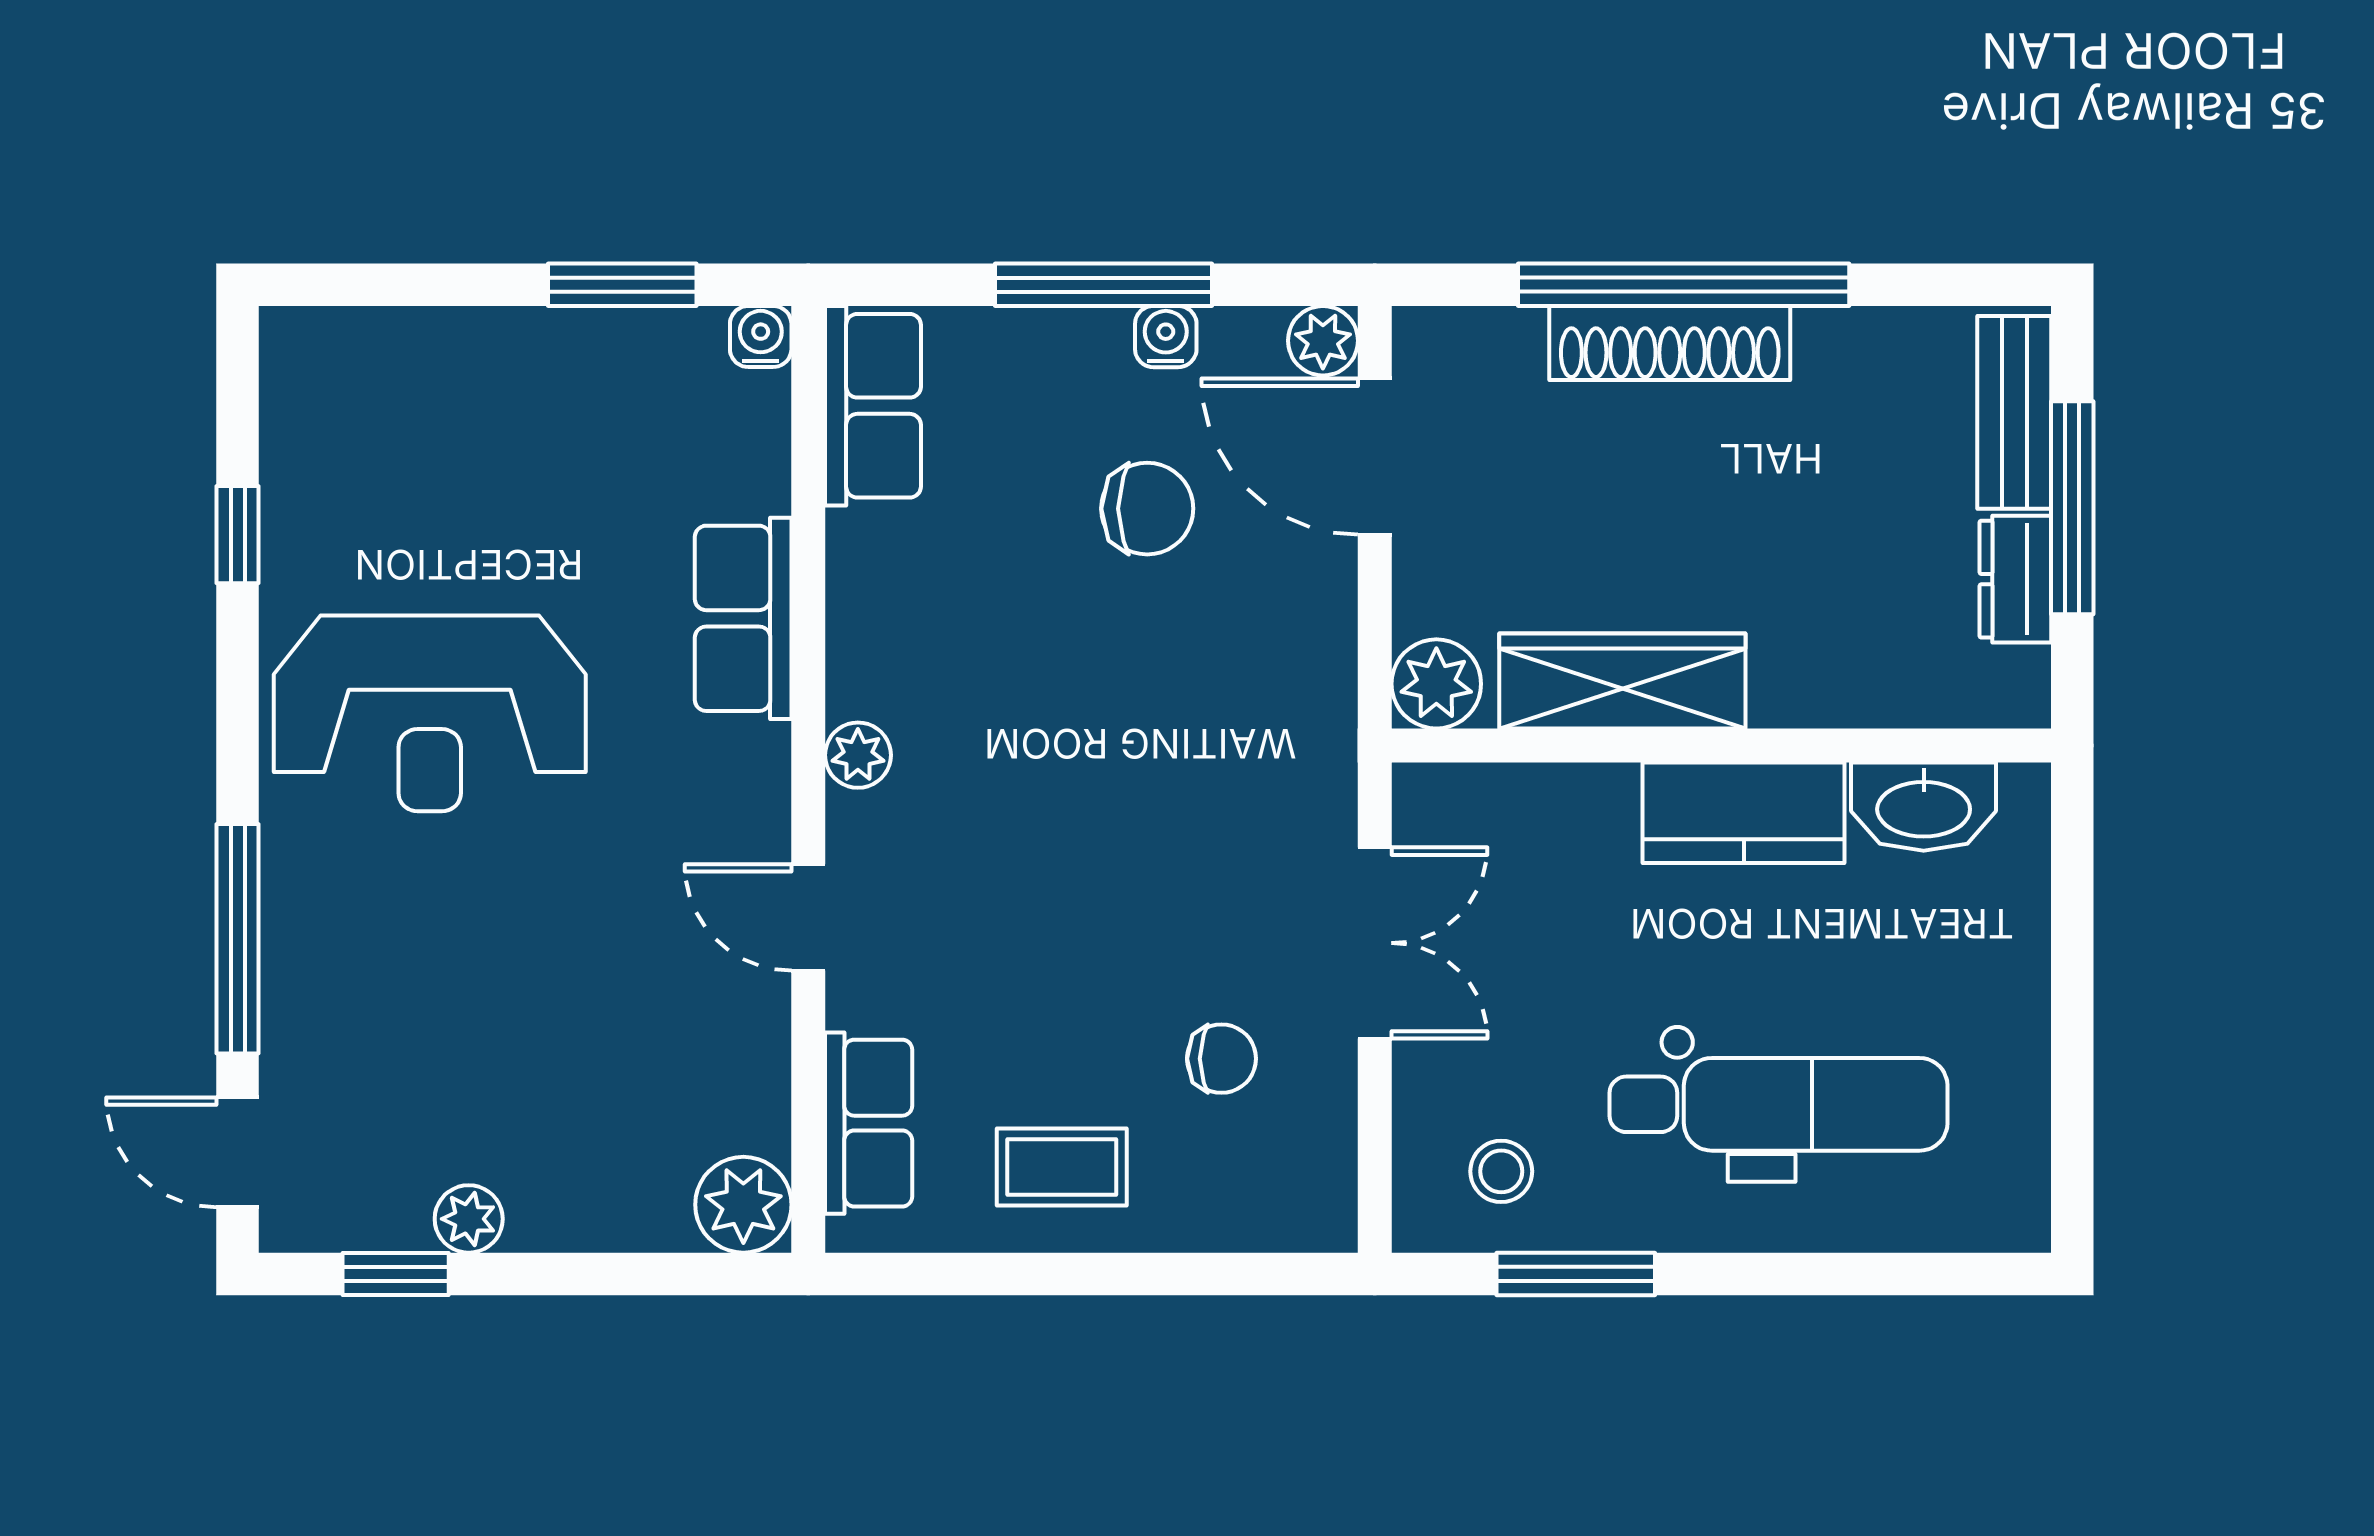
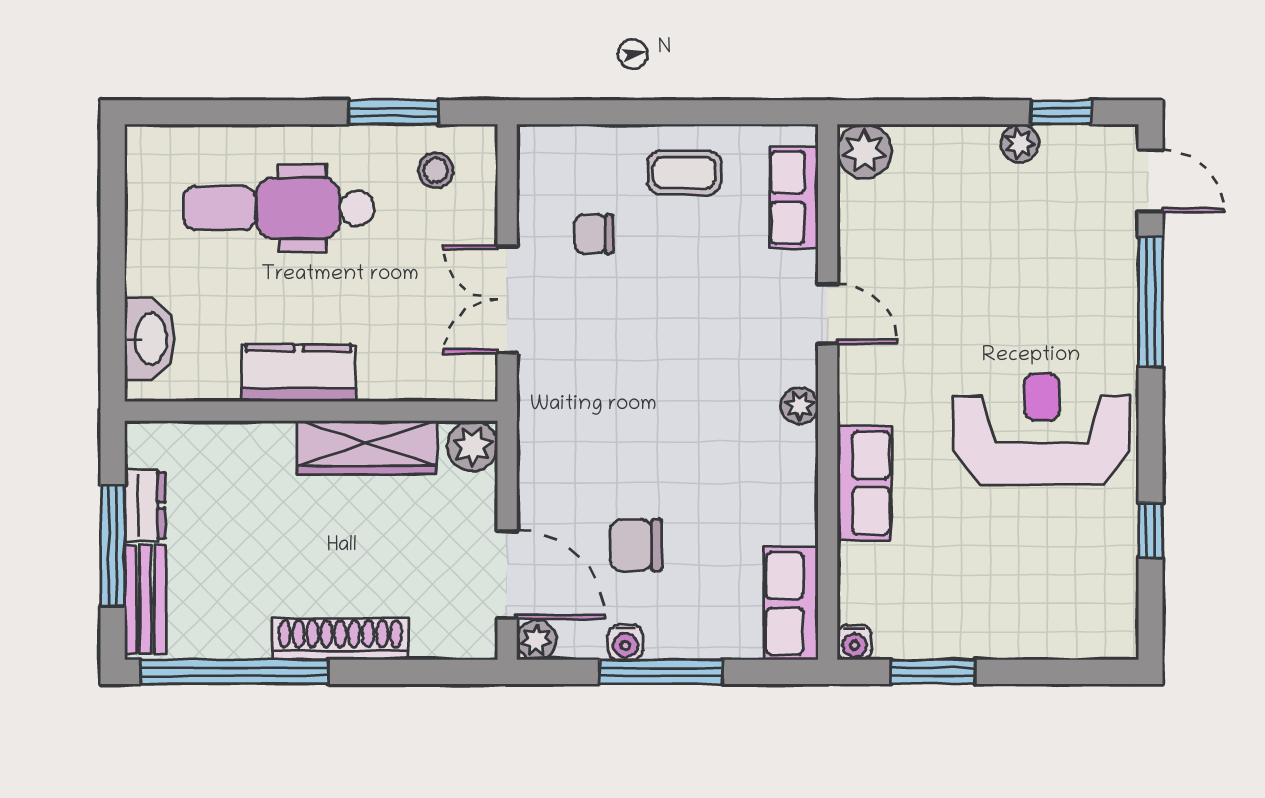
window: (1684, 285) -> (234, 672), moved
washbasin: (1924, 807) -> (150, 339), moved, turned 90

